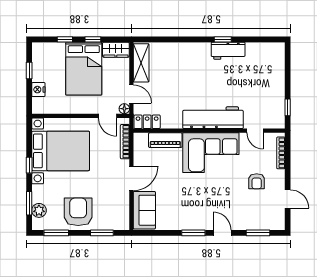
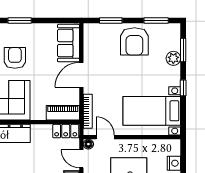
piano: (165, 140) -> (63, 113), moved
bed with nightstands: (61, 151) -> (152, 111), width x0.73
armchair: (198, 195) -> (15, 58), added
plant: (39, 210) -> (173, 58), moved

